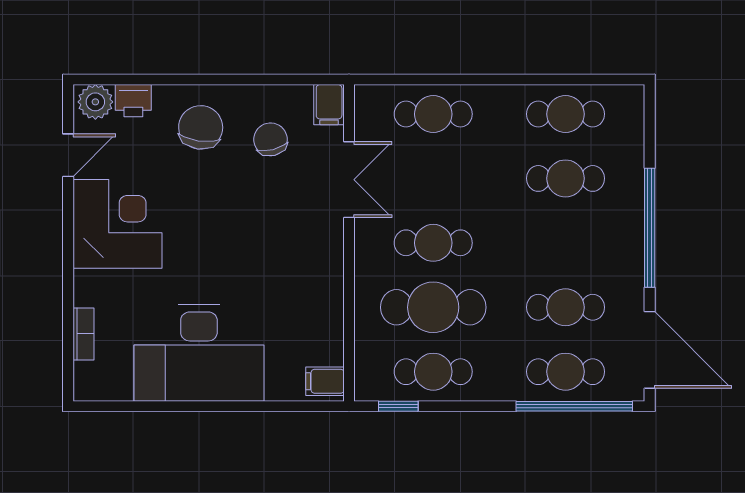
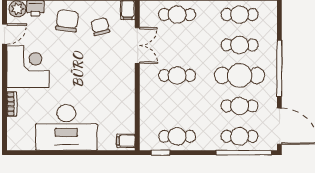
cafe table: (433, 307) -> (240, 75), moved
bookcase: (83, 334) -> (12, 104), moved

